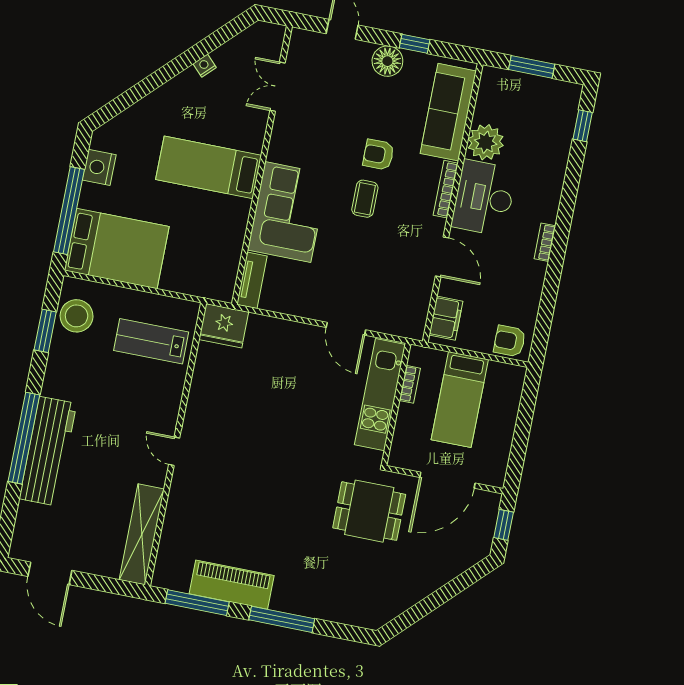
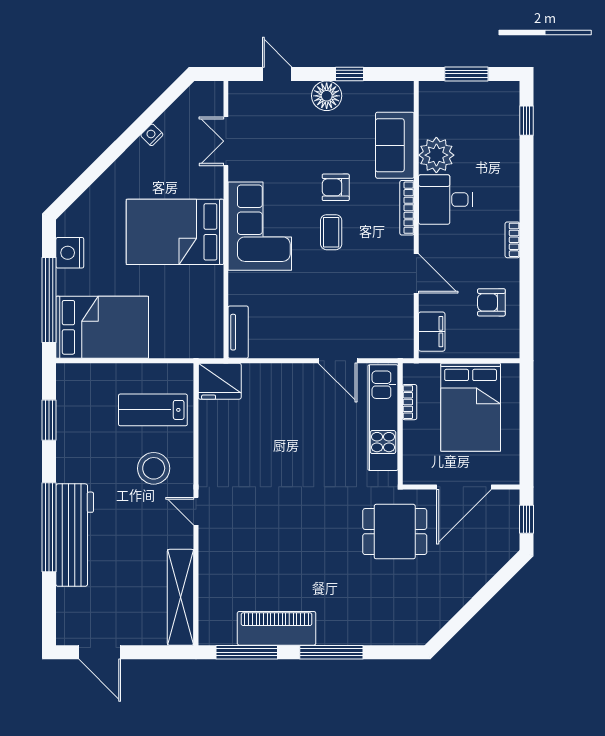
sofa: (448, 112) -> (395, 145), width x0.73
bed: (209, 167) -> (175, 232), width x1.50
desk: (484, 198) -> (445, 200), width x0.73
corner sofa: (288, 212) -> (260, 226), moved
stool: (77, 316) -> (154, 468), moved
armchair: (510, 341) -> (491, 302), moved
bed: (460, 400) -> (471, 407), width x1.50

